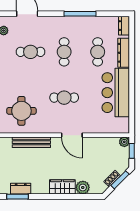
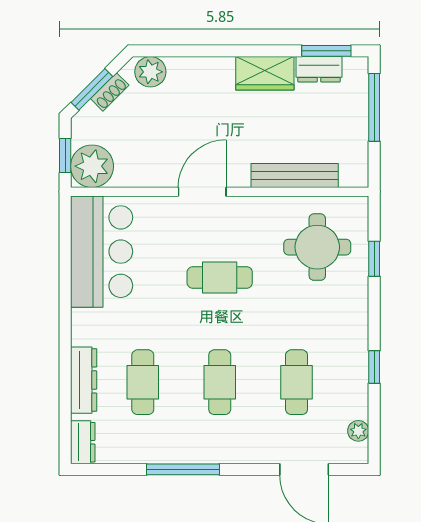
cafe table: (30, 52) -> (297, 382), turned 90
bar counter: (116, 93) -> (102, 252), moved
door: (72, 135) -> (202, 192), hinge flipped
plant: (124, 142) -> (92, 166), width x1.88, depth x1.88
wardrobe: (62, 187) -> (265, 73), moved
plant: (83, 188) -> (150, 72), moved

